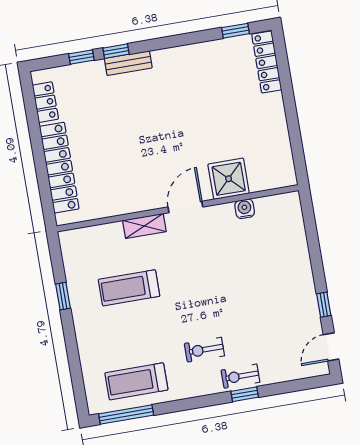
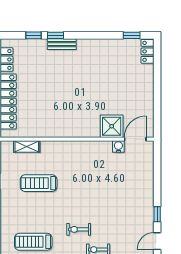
locker: (267, 62) -> (148, 51), width x0.66
door: (185, 207) -> (135, 139), moved
shelving: (144, 226) -> (27, 147), moved

